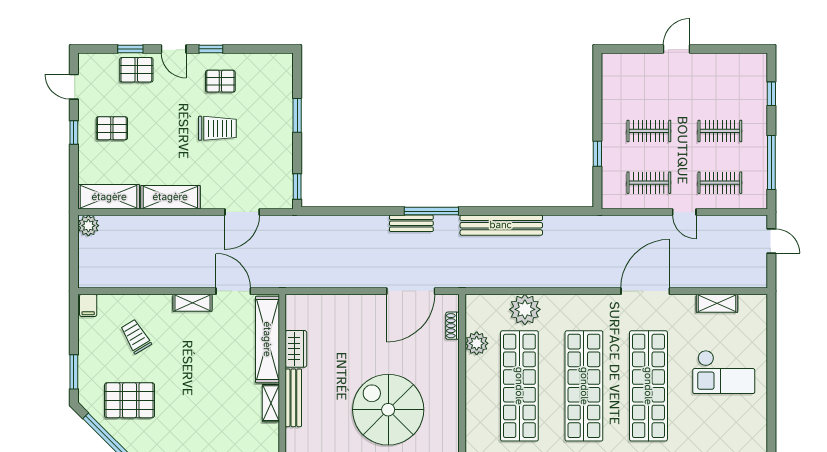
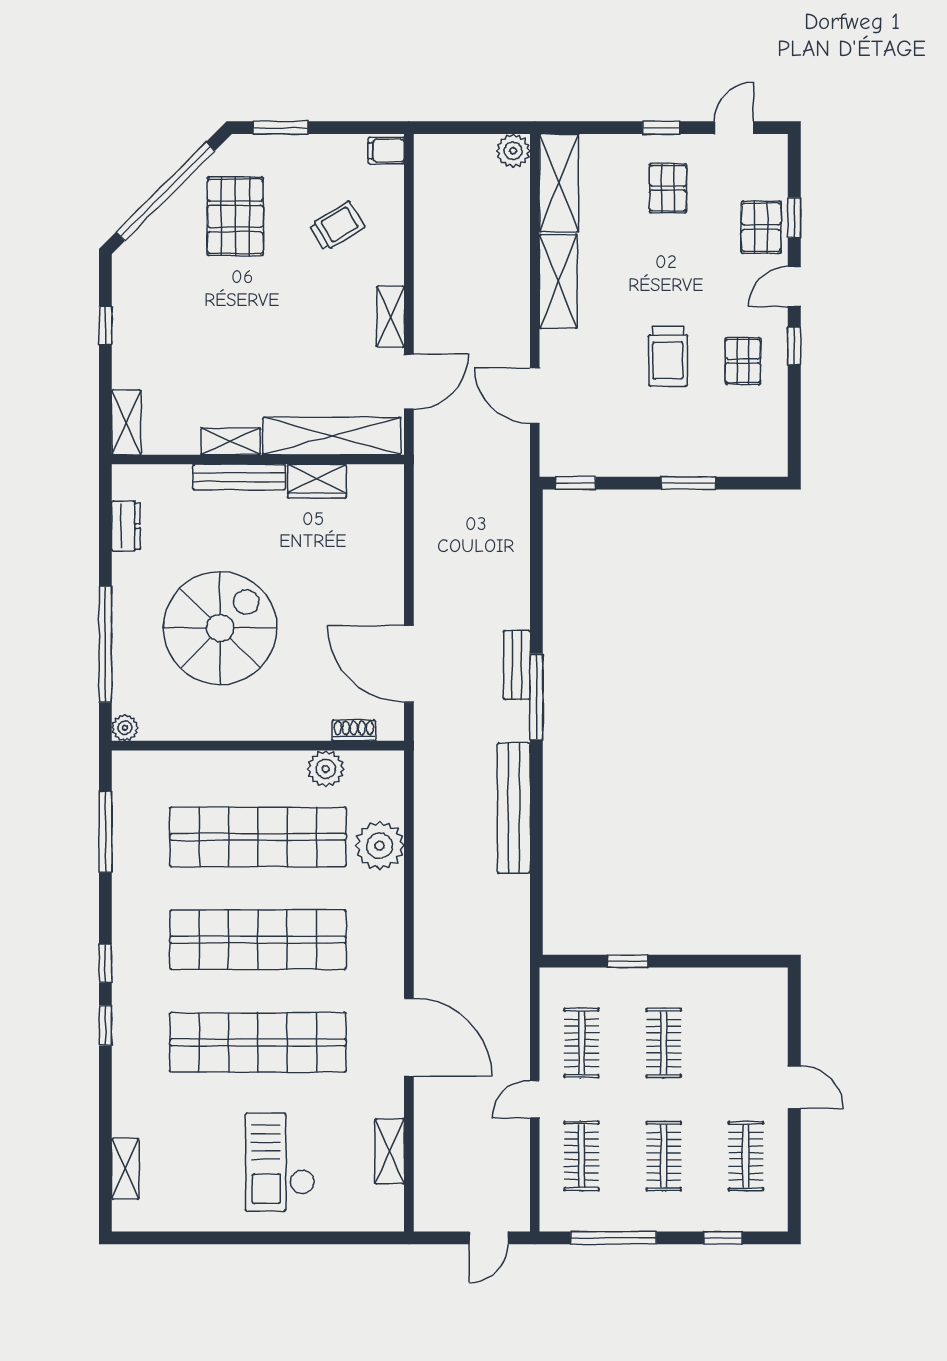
clothes rail: (720, 79) -> (746, 1156), added

